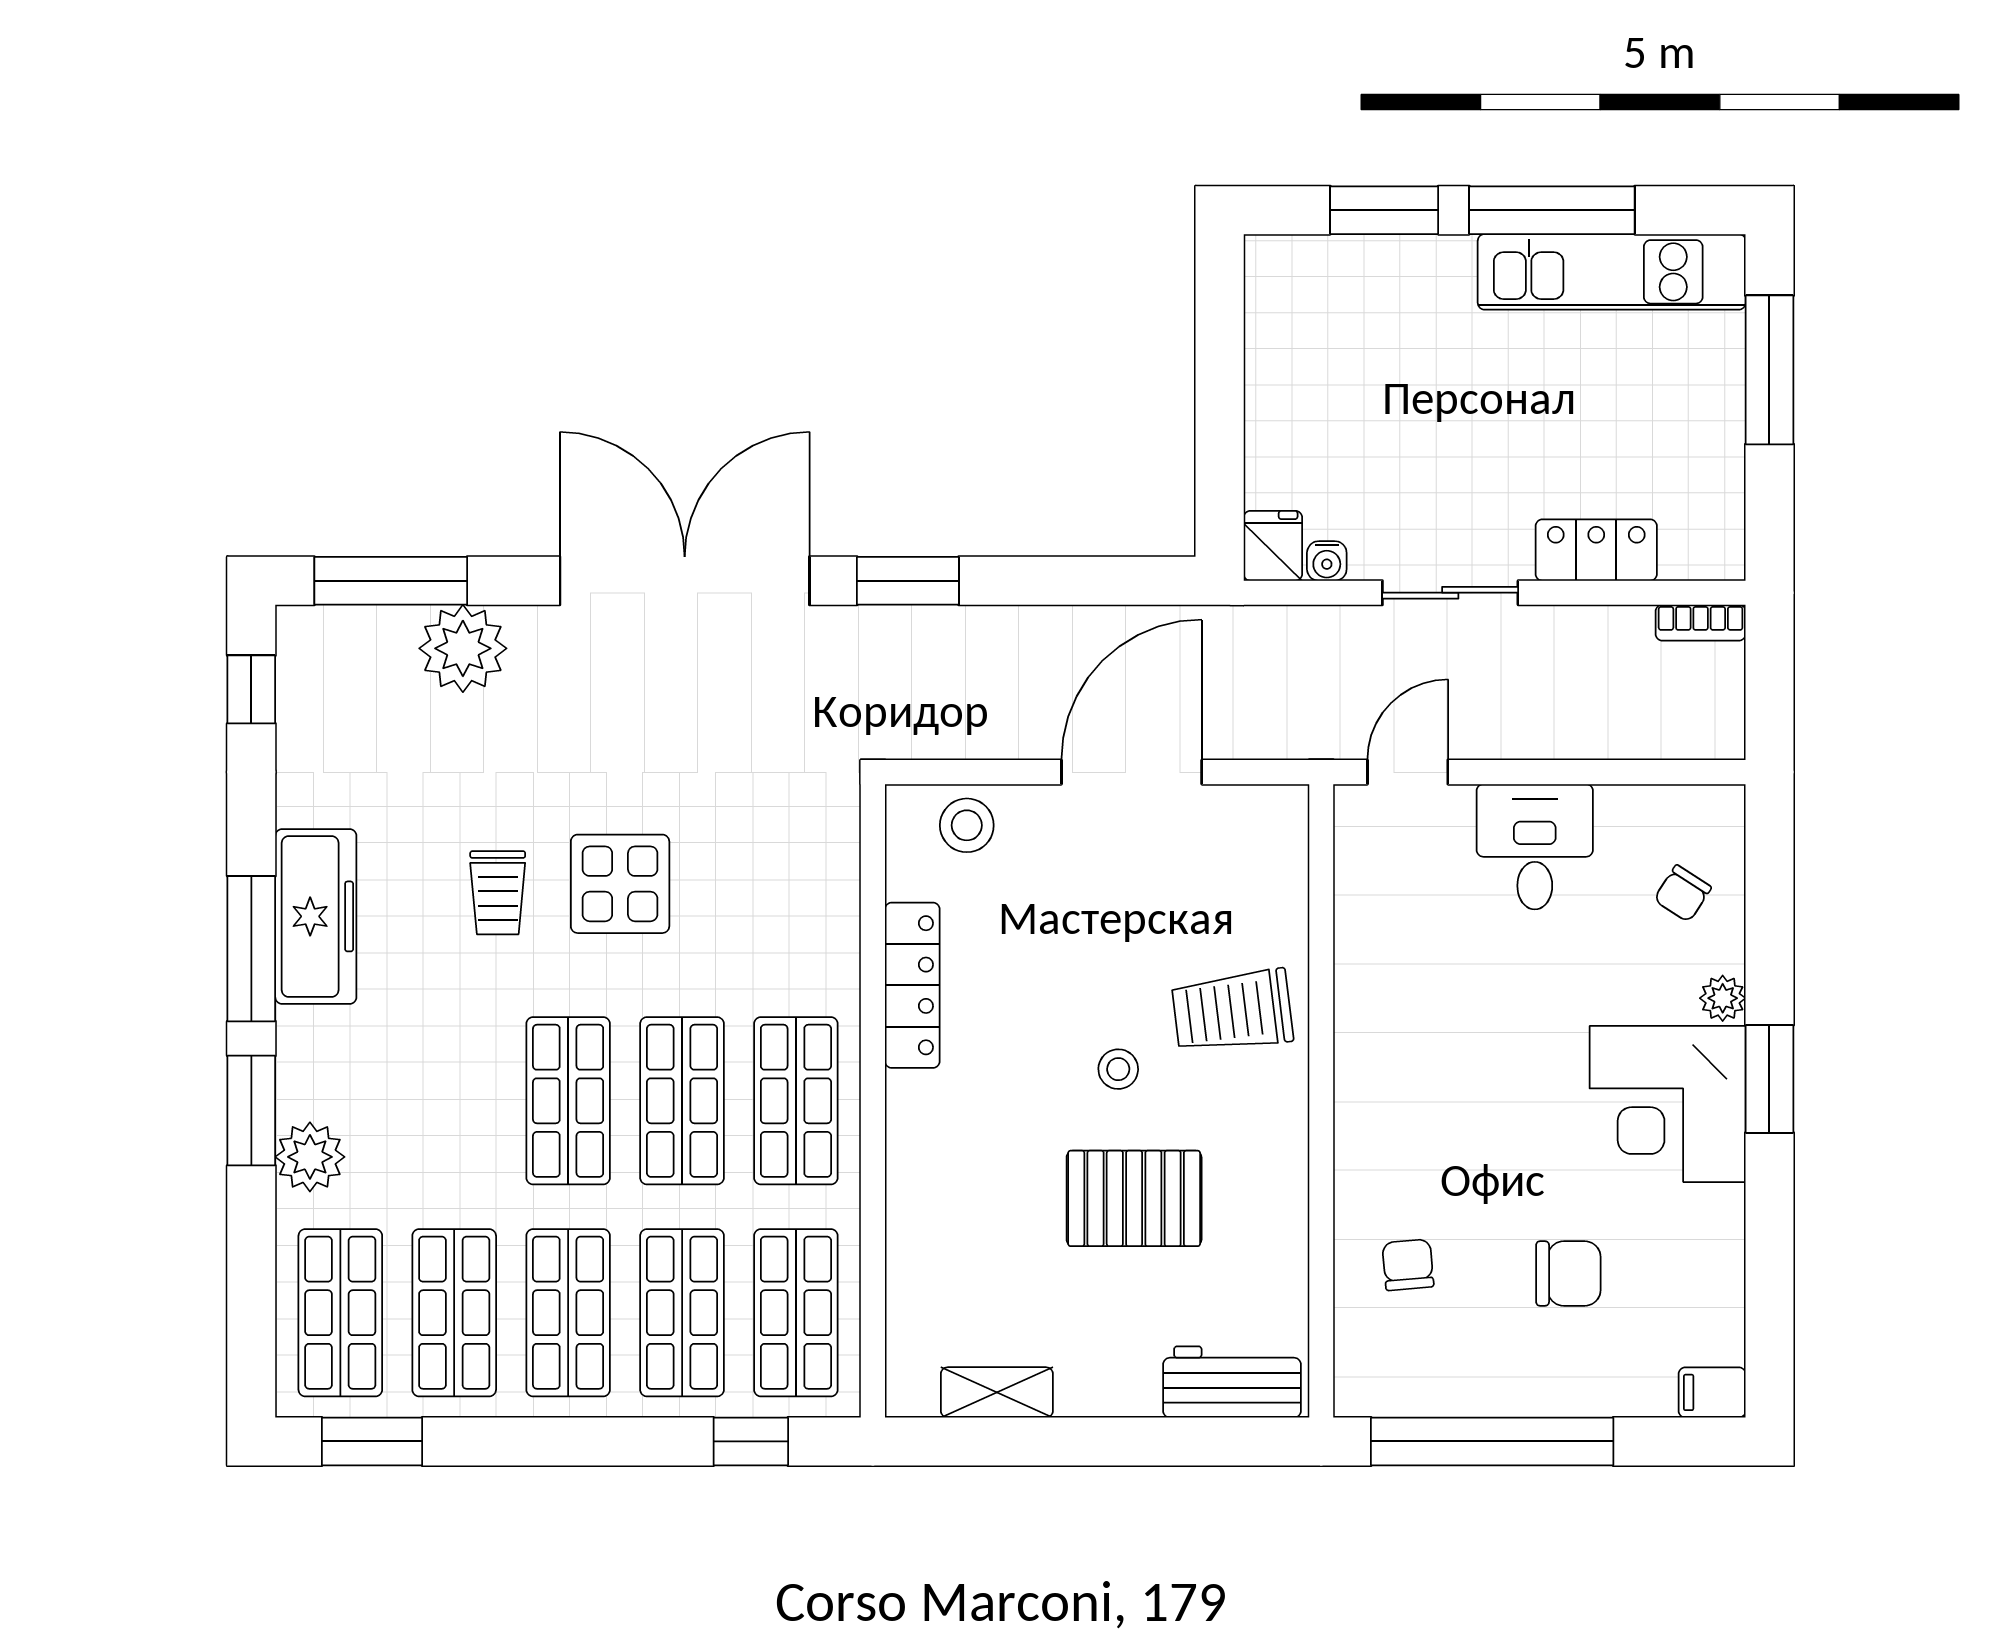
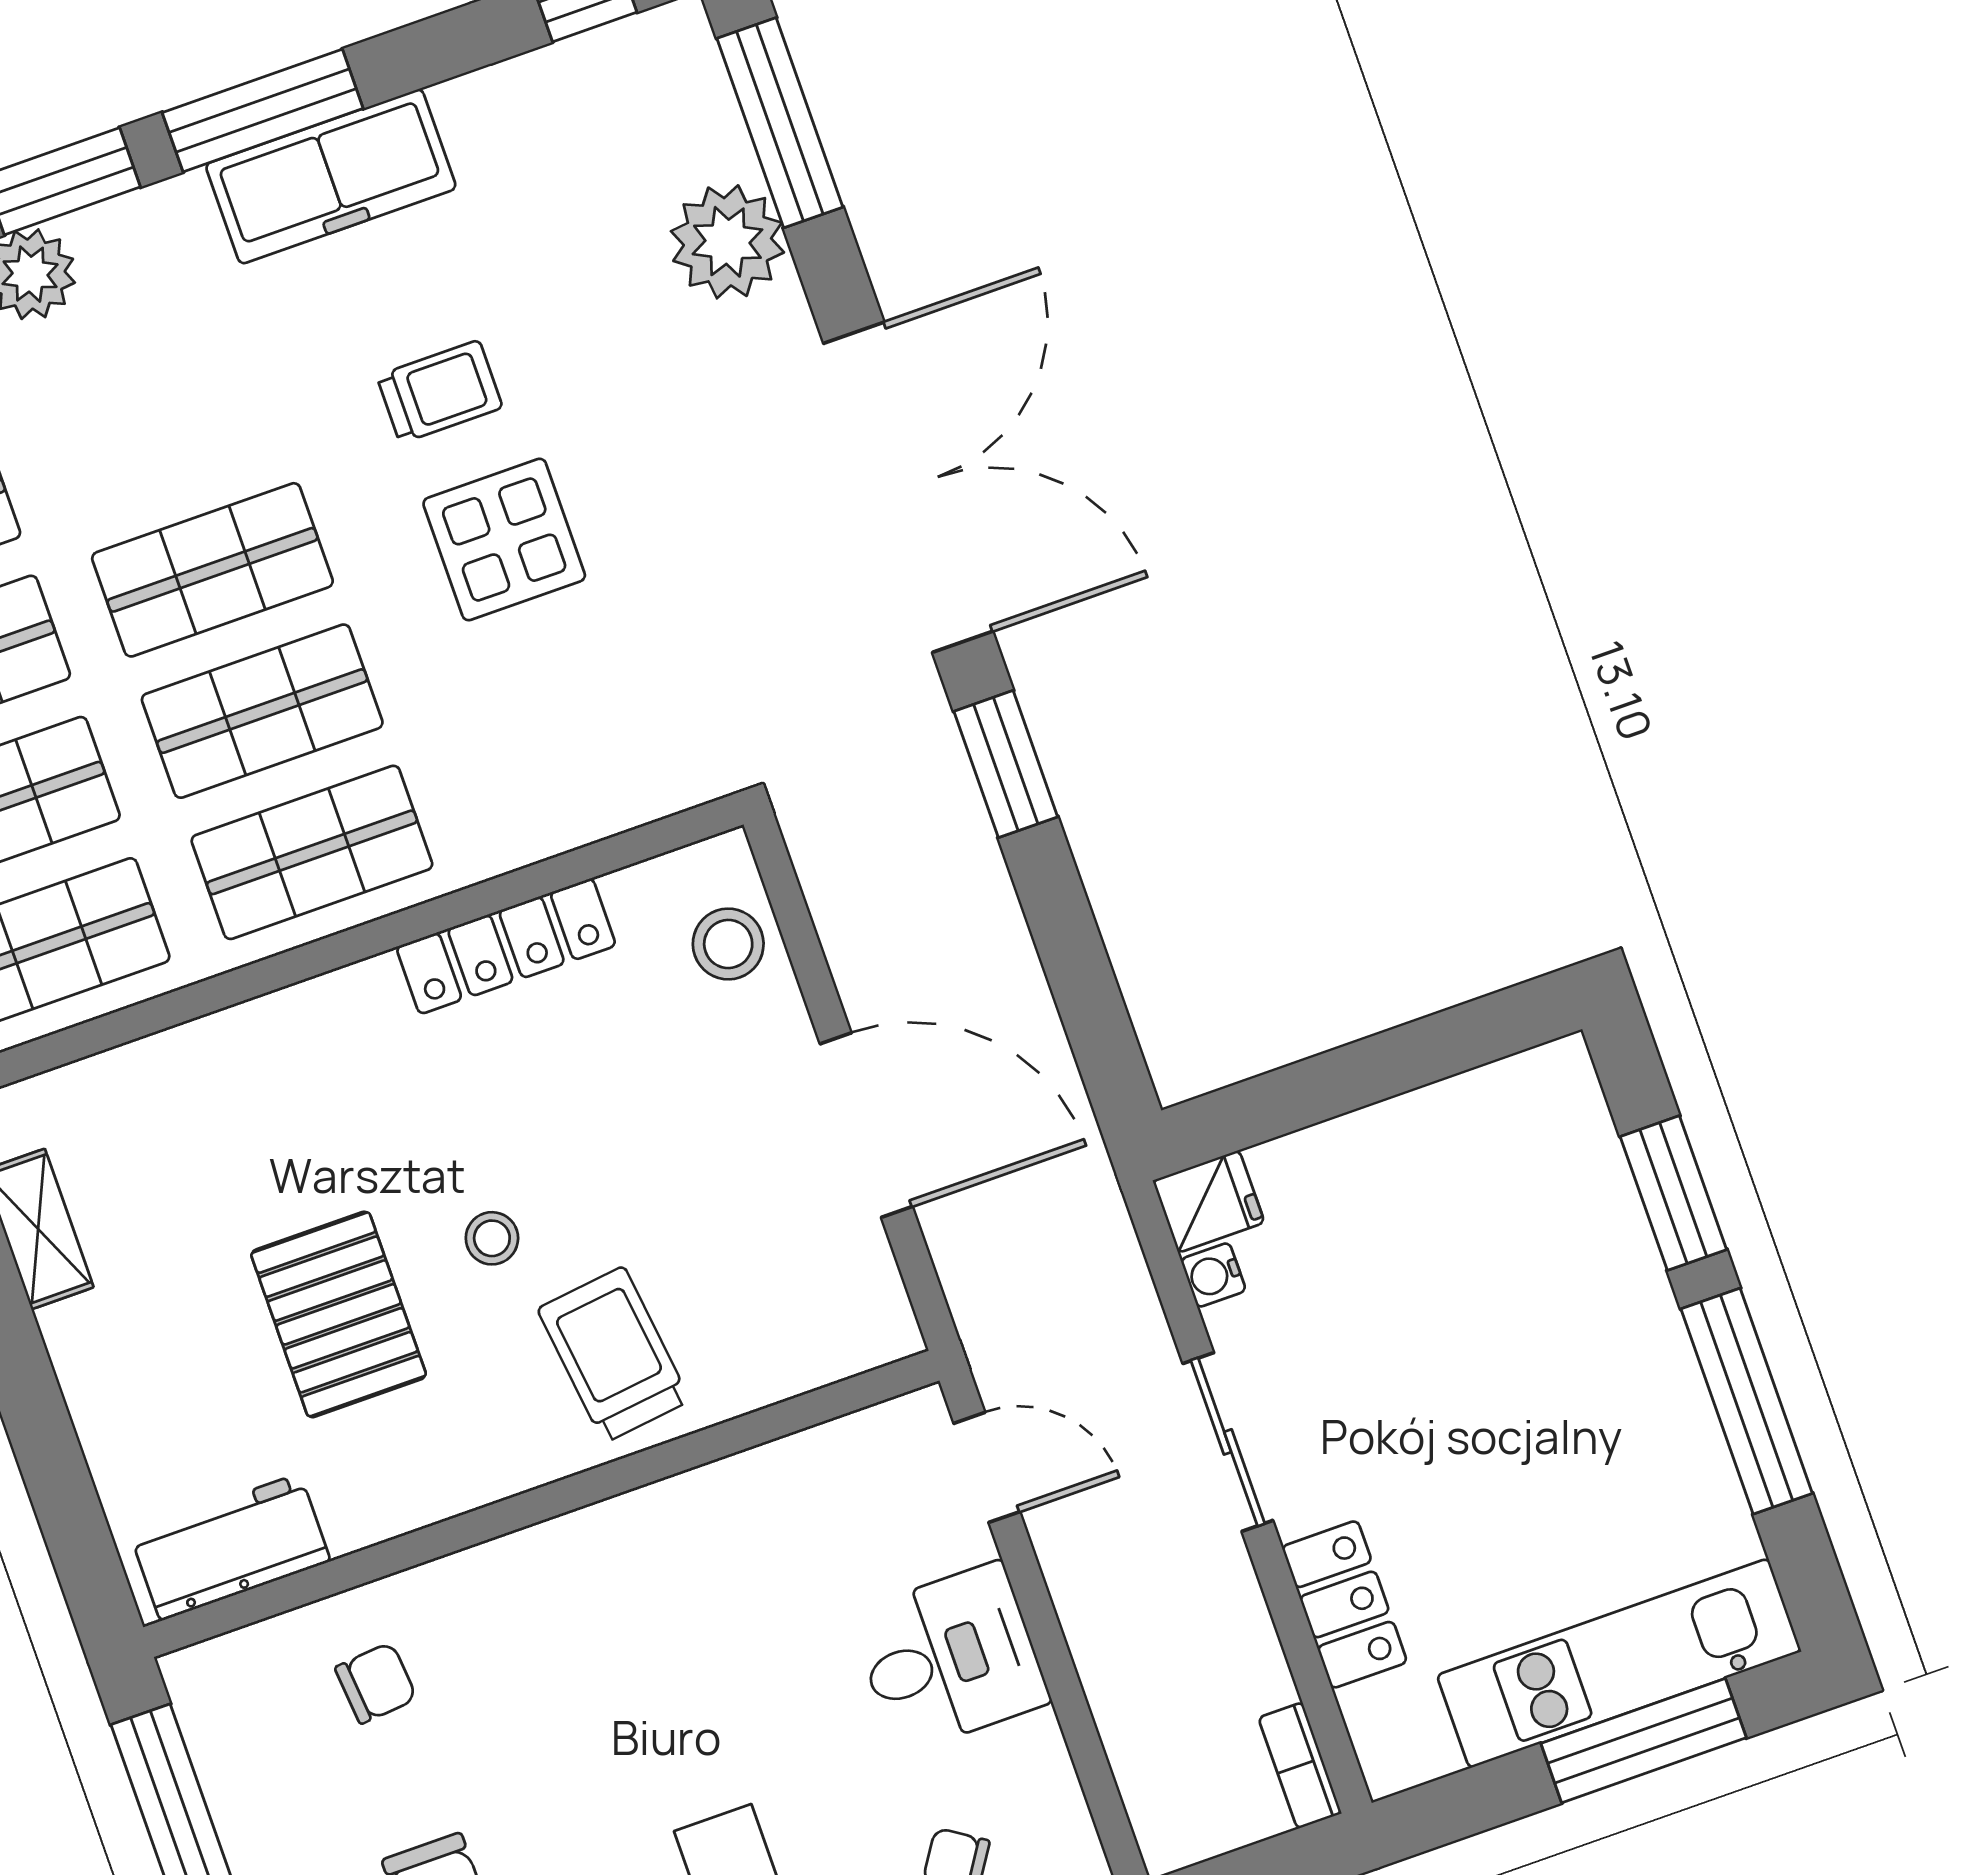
kitchen unit: (1612, 272) -> (1619, 1663), moved, turned 90
trolley: (498, 893) -> (440, 392), turned 180
workbench: (1232, 1382) -> (230, 1547), moved, turned -90

